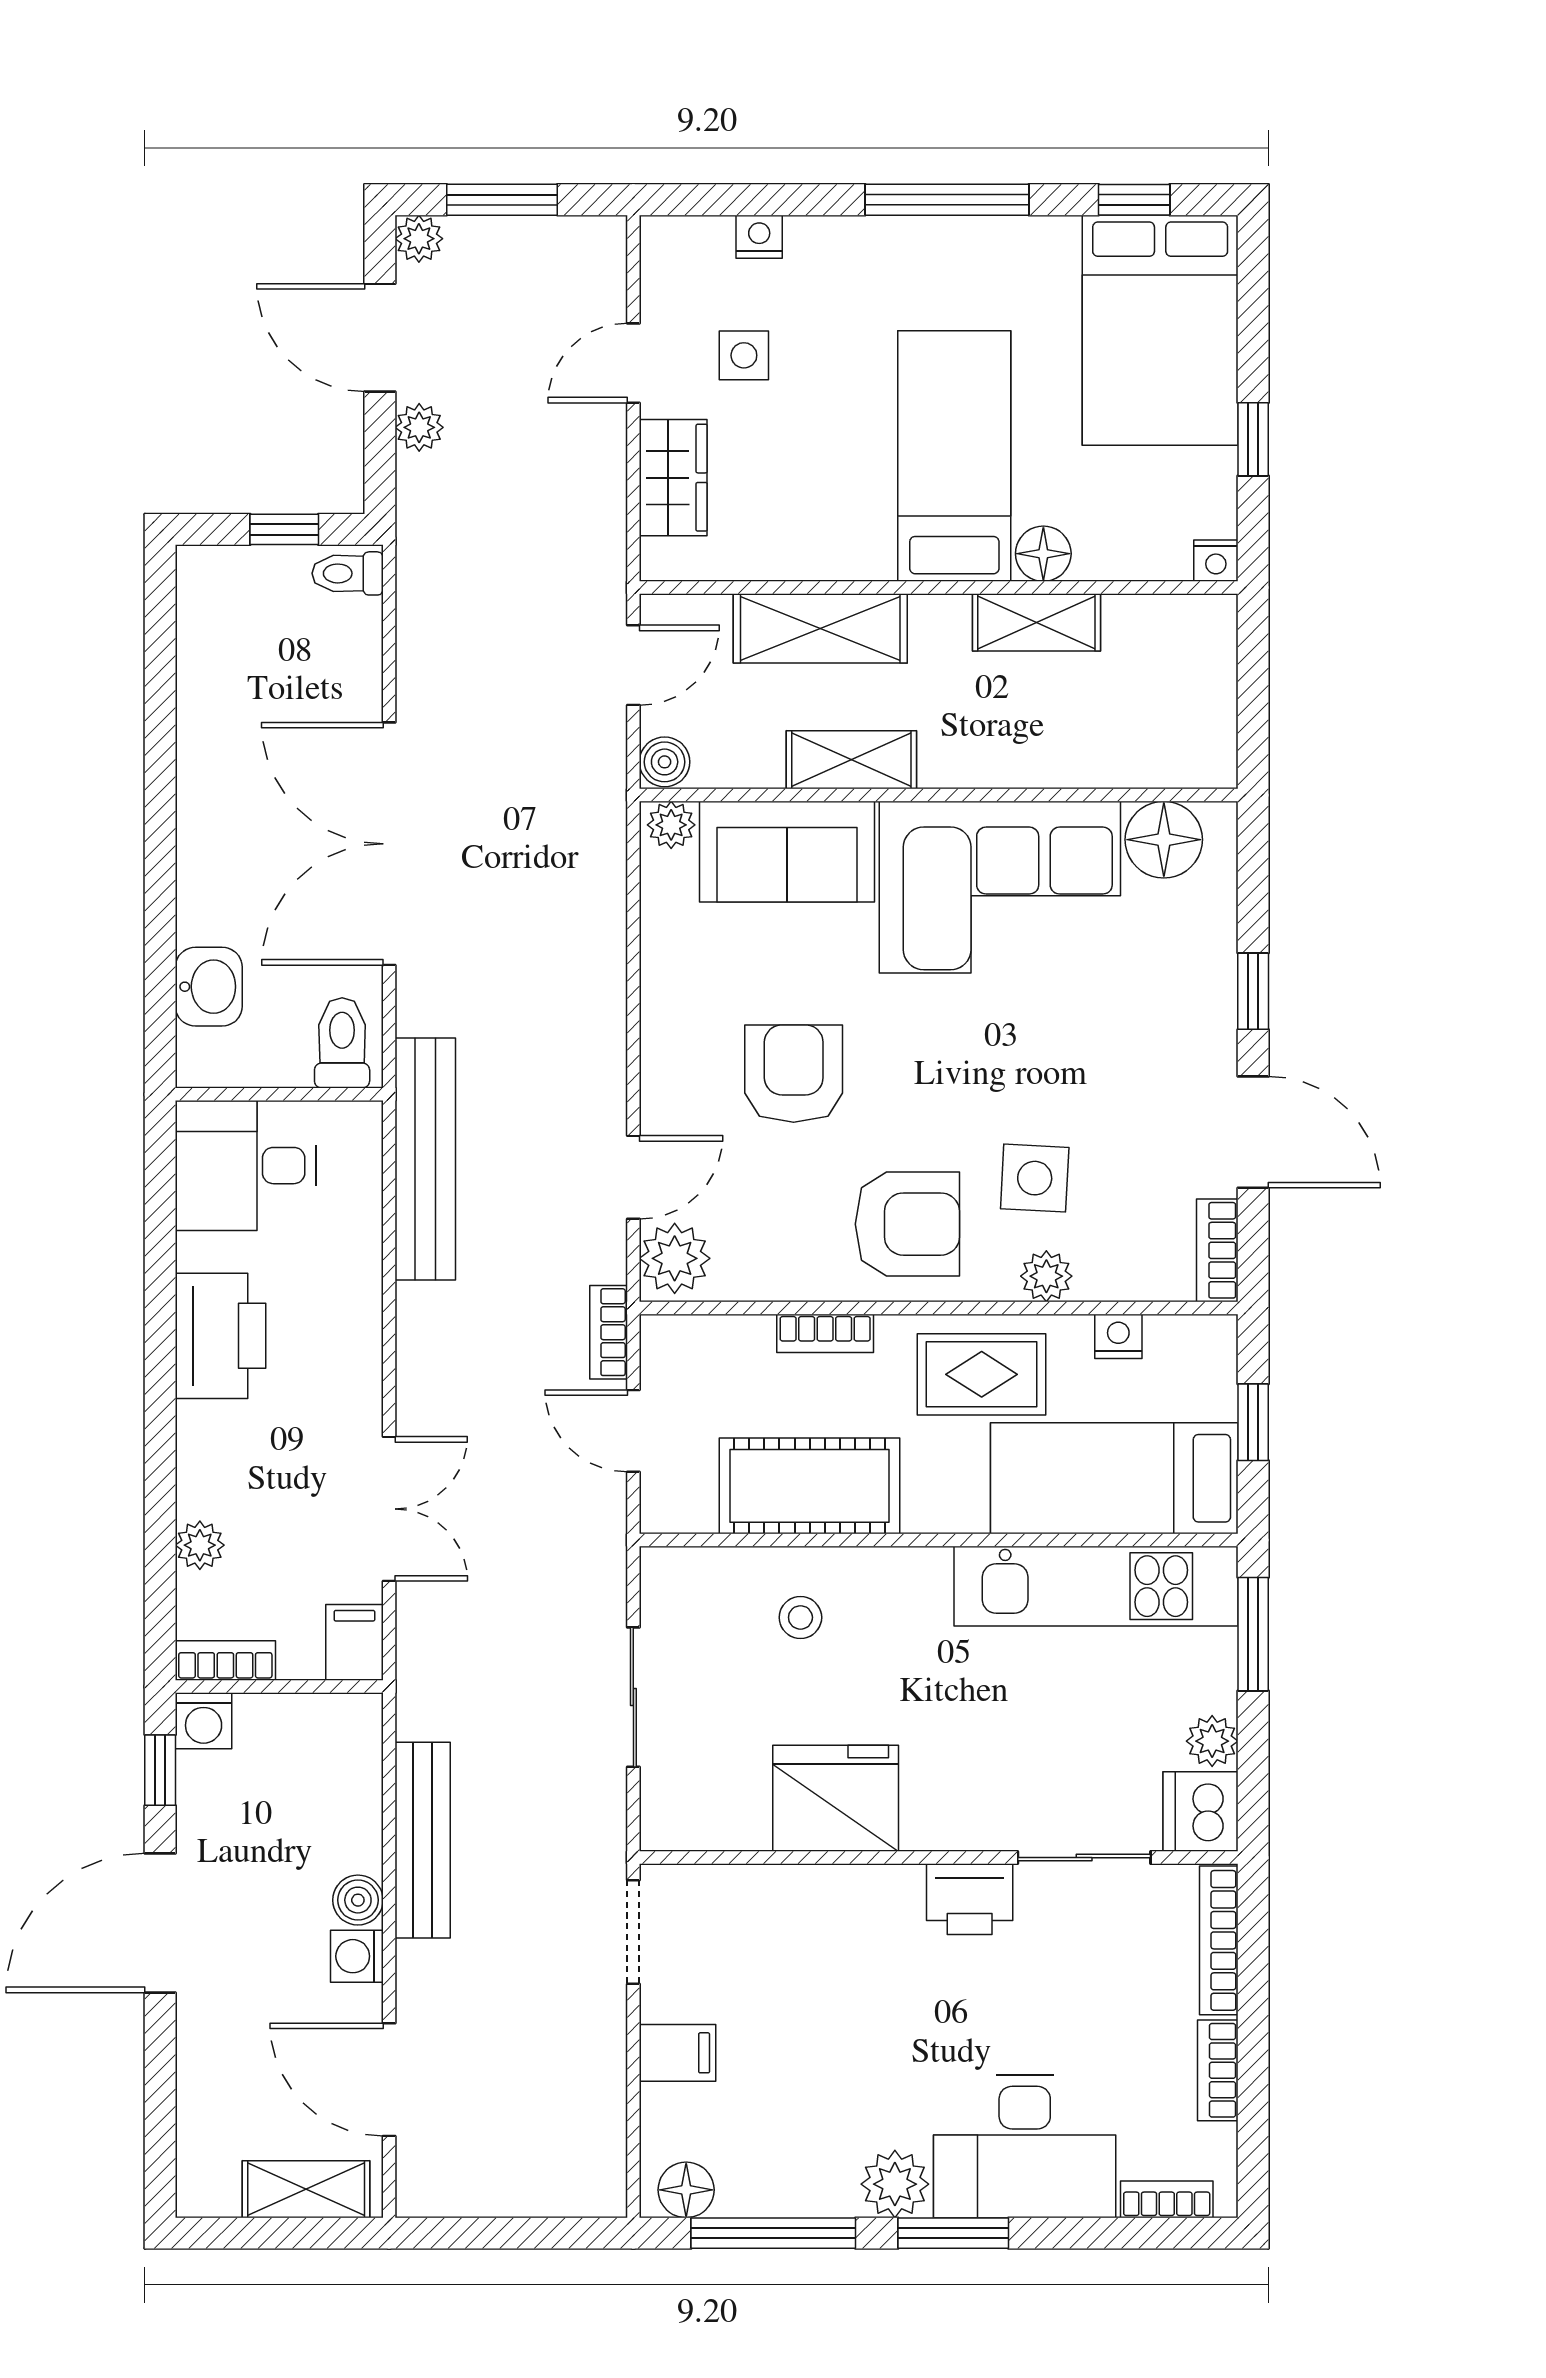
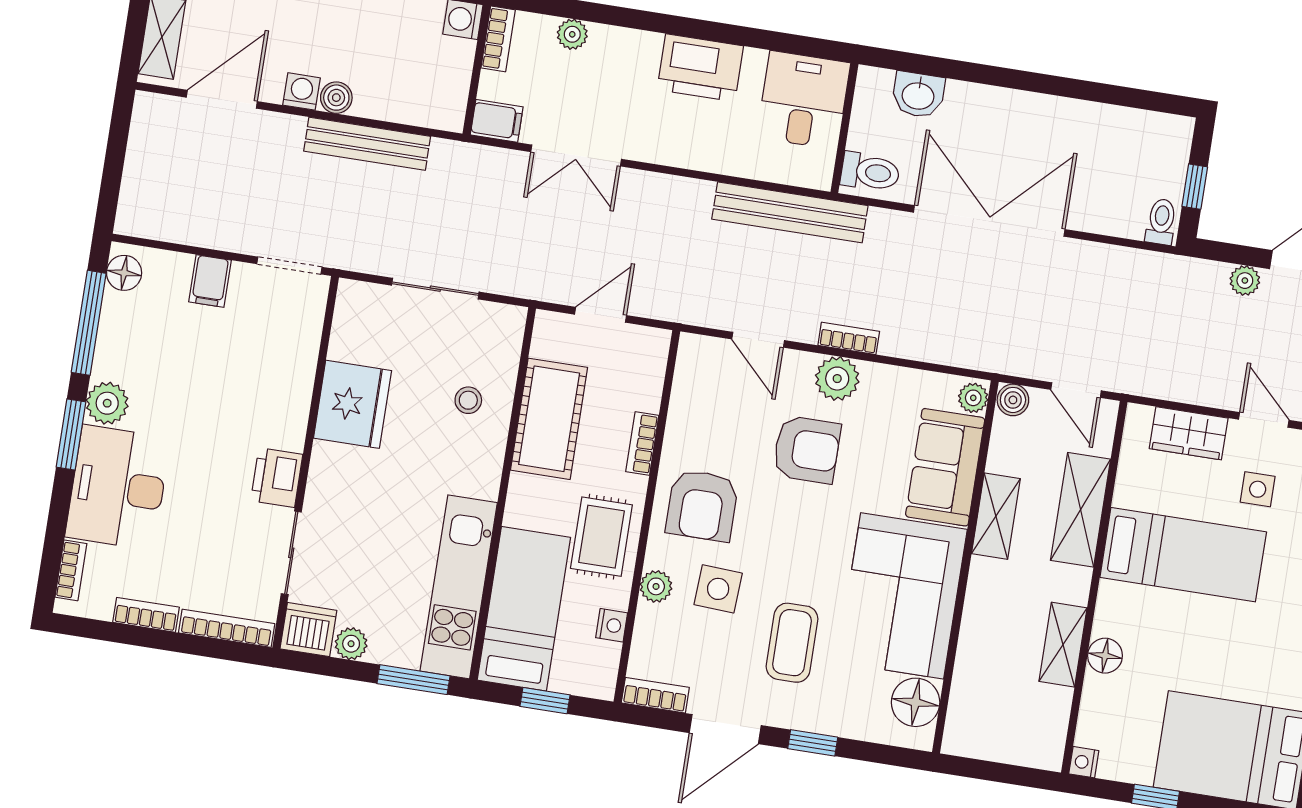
bed: (954, 456) -> (1183, 555), moved
coffee table: (1101, 1049) -> (792, 643), added
plant: (675, 1258) -> (837, 379), moved
bookcase: (609, 1332) -> (849, 338), moved

